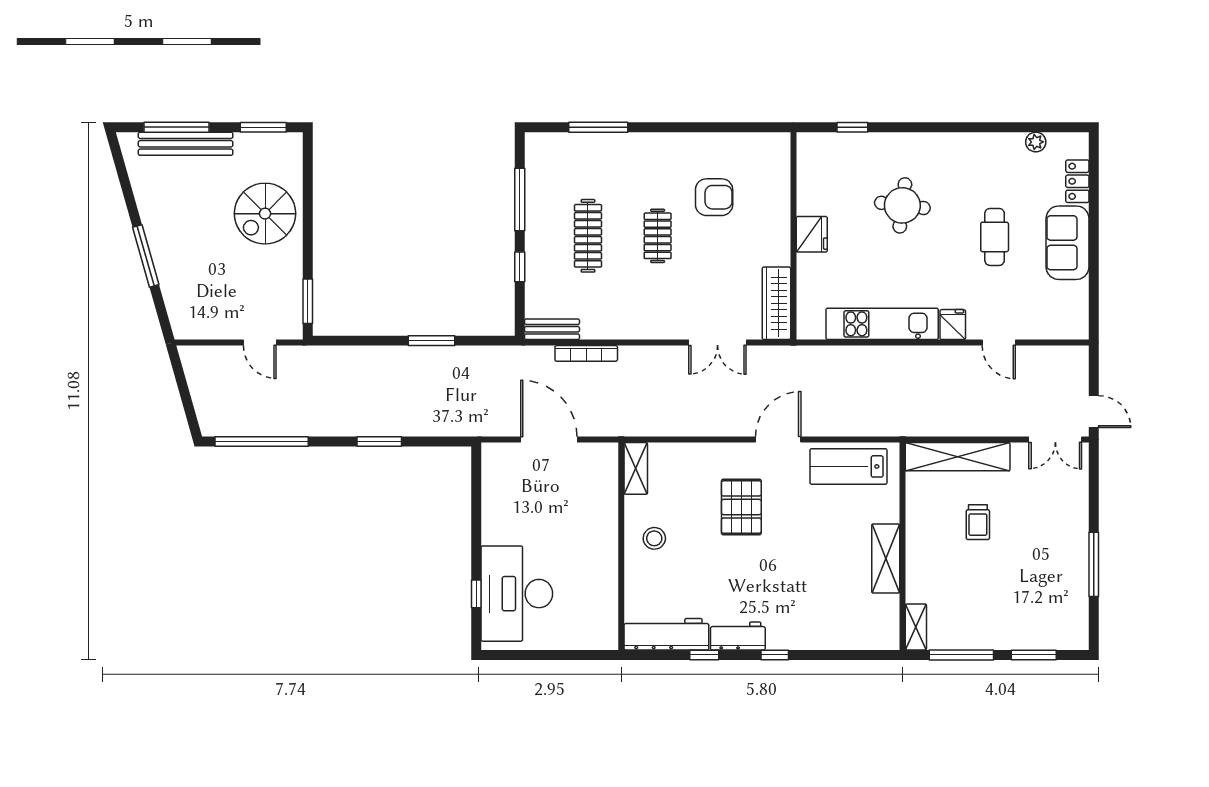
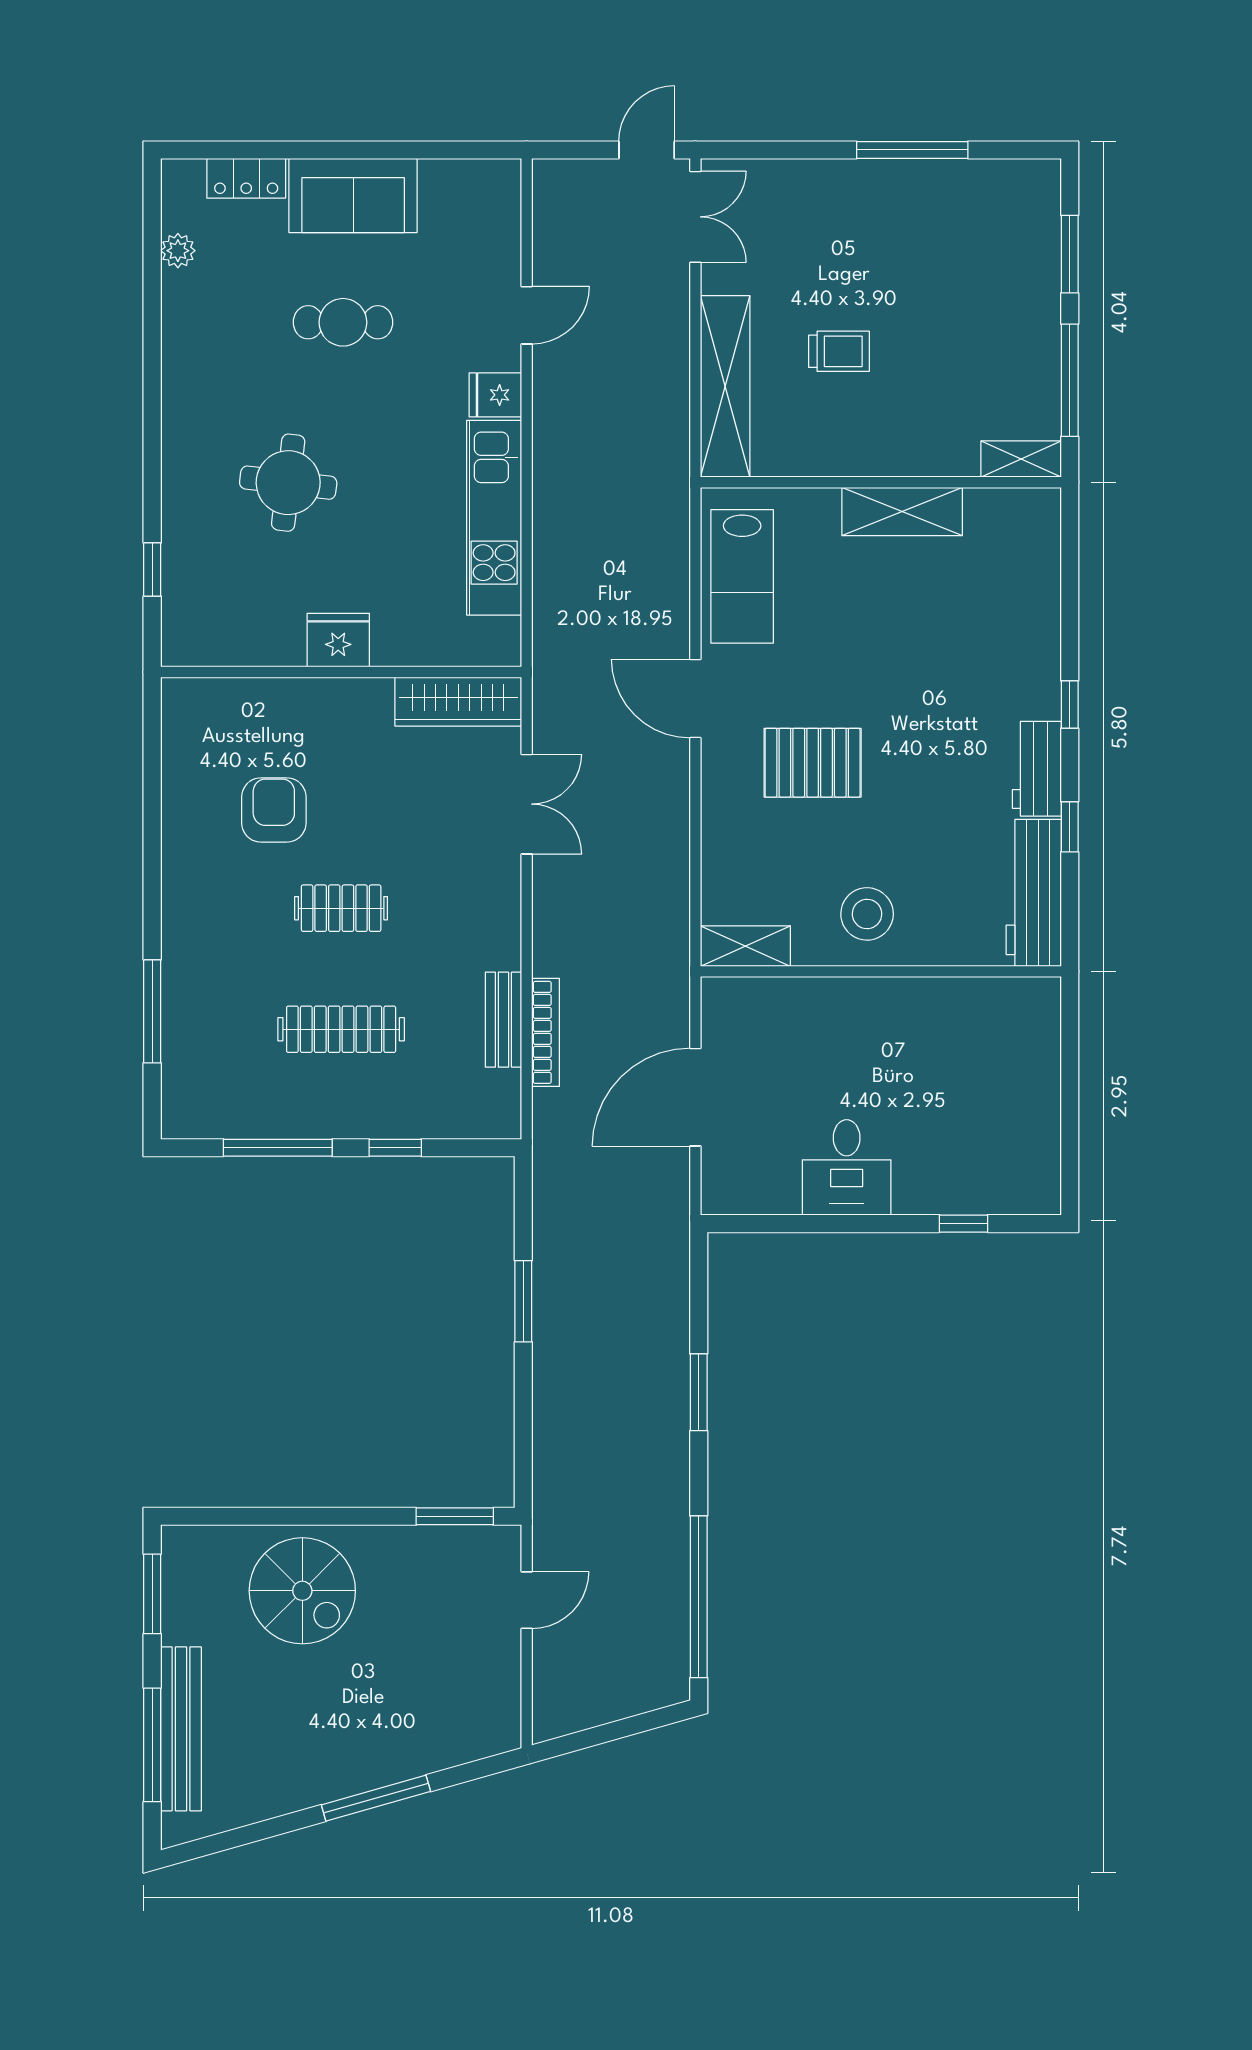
bench: (552, 329) -> (503, 1020), moved
stool: (654, 538) -> (867, 914), width x1.38, depth x1.38
desk: (517, 594) -> (847, 1167), moved, width x0.53, depth x0.77

